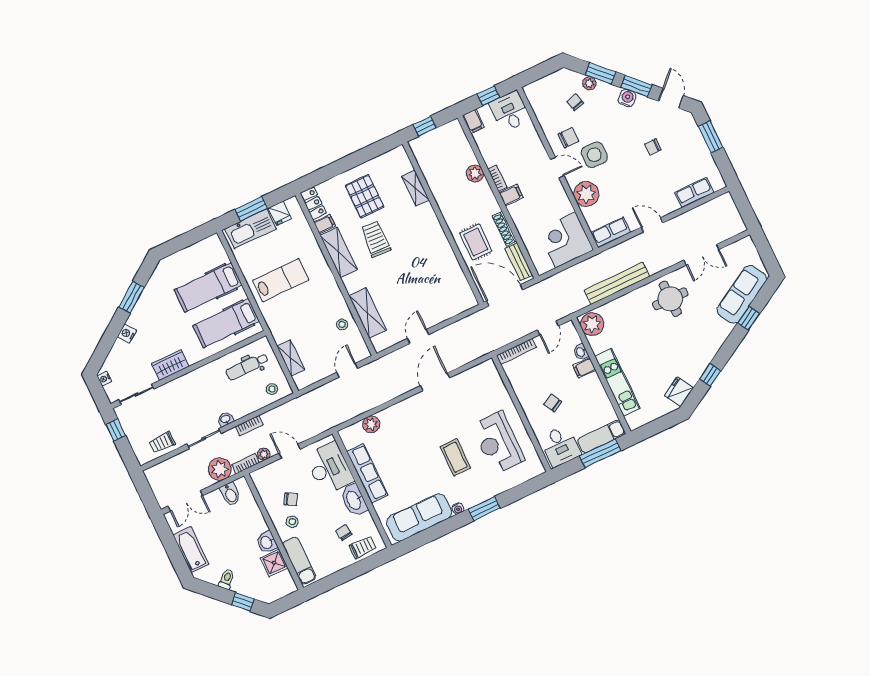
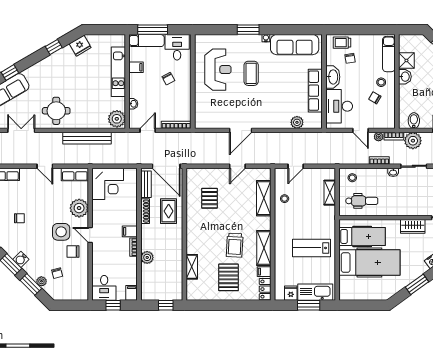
pallet: (433, 282) -> (210, 198), added
hospital bed: (208, 287) -> (369, 262), width x1.37, depth x1.29
filing cabinet: (584, 368) -> (136, 67), moved

